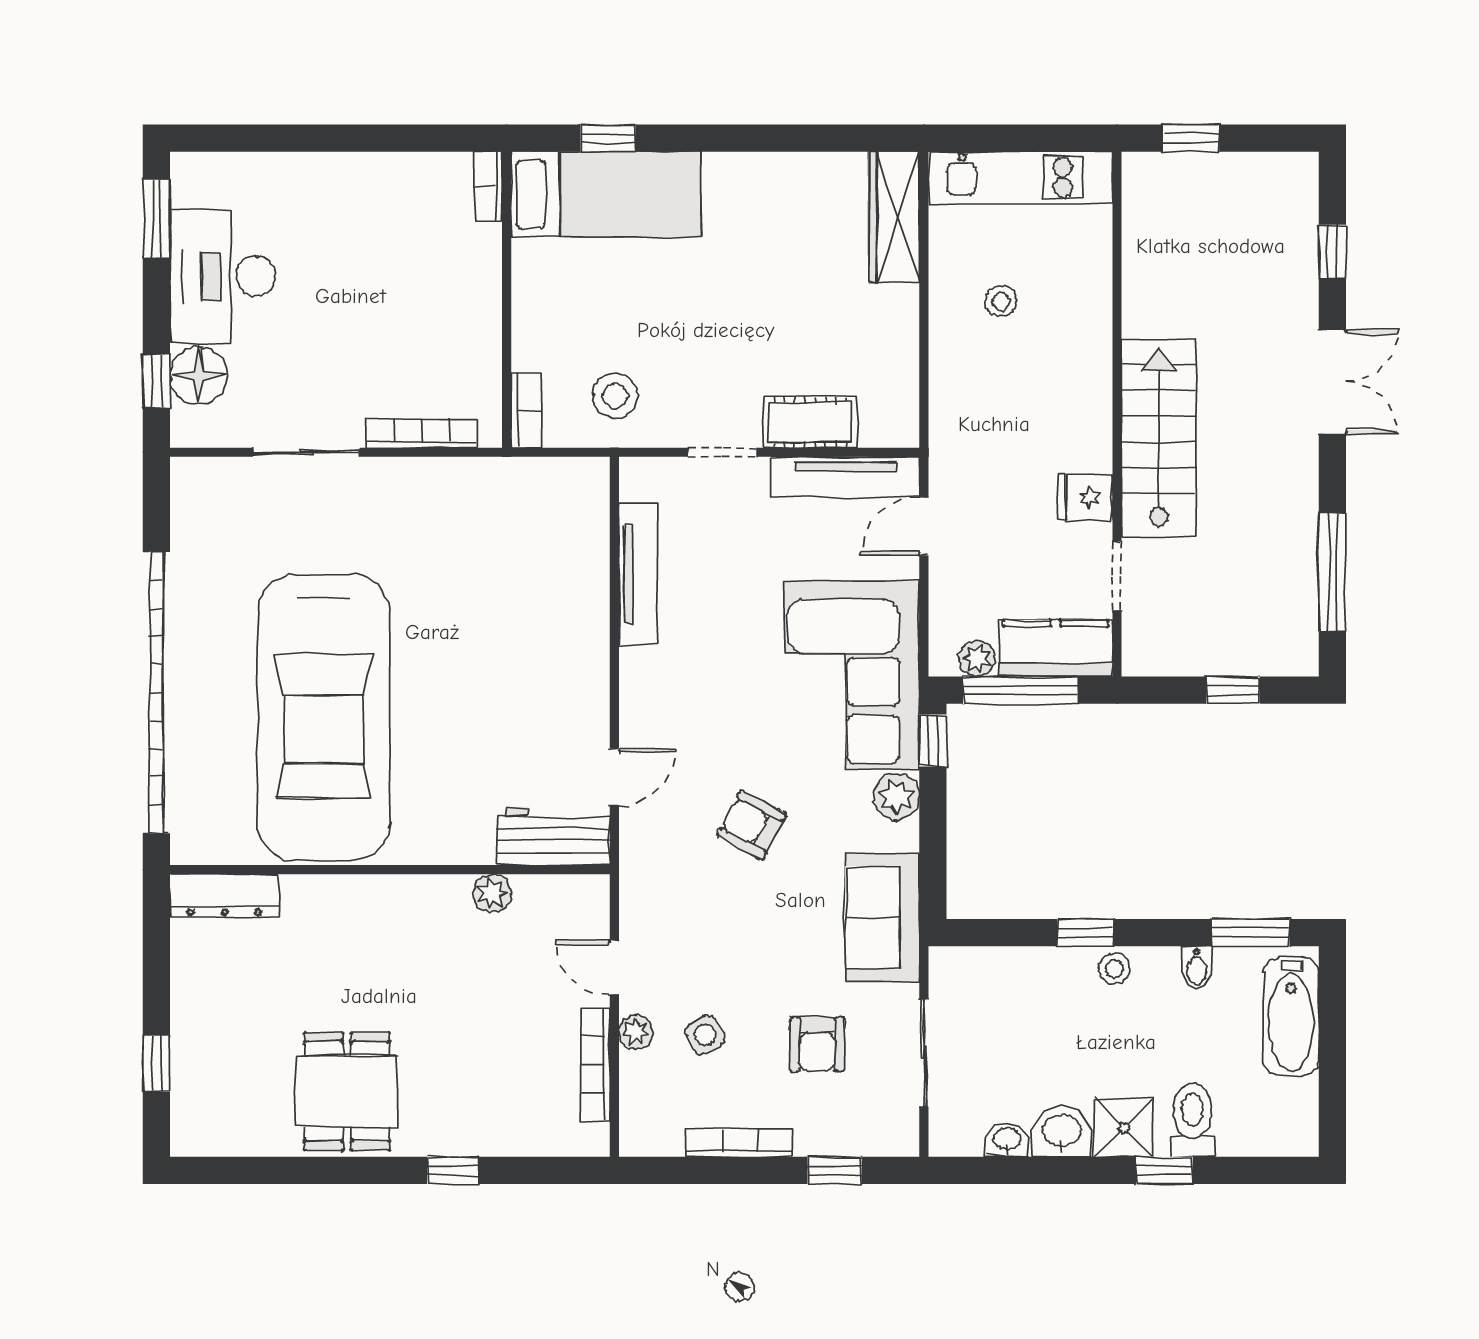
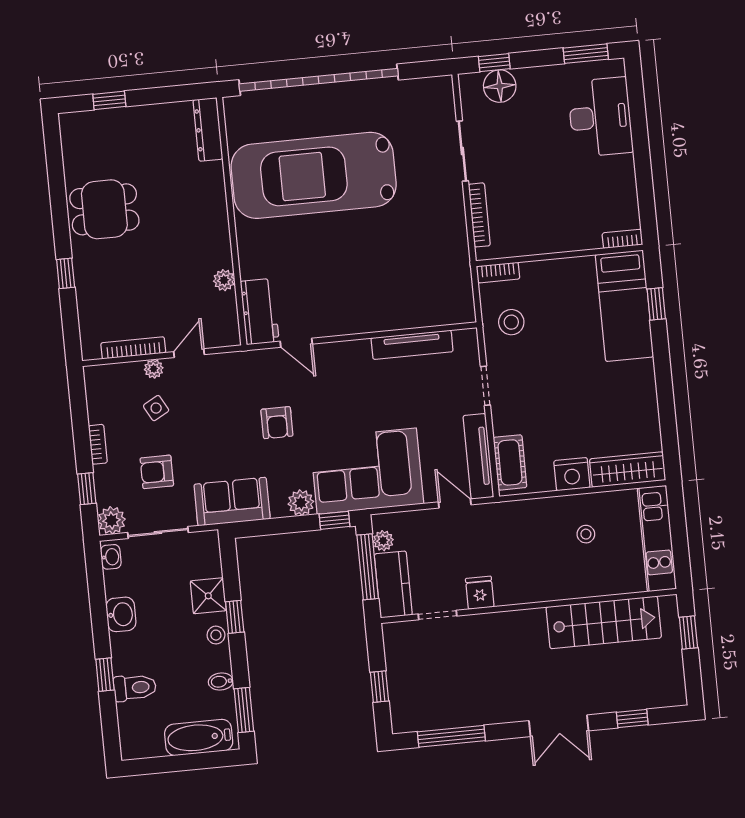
desk: (223, 276) -> (600, 117), moved, turned 90
nightstand: (893, 316) -> (572, 474), added
cot: (810, 422) -> (510, 462), moved
stairs: (1159, 438) -> (604, 622), moved
armchair: (752, 825) -> (277, 423), turned 152
shower: (1124, 1128) -> (208, 596), moved
plant: (895, 1132) -> (112, 520), added
washbasin: (1007, 1140) -> (111, 557), moved
bookcase: (739, 1143) -> (98, 444), width x0.64

